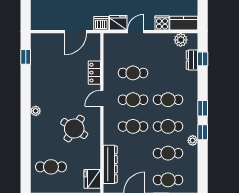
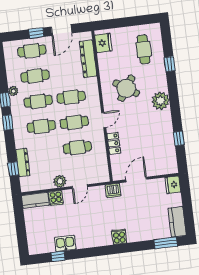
fridge: (118, 23) -> (173, 185), moved, turned 90
plant: (181, 40) -> (60, 181), moved
window: (26, 57) -> (179, 138), moved
dresser: (192, 60) -> (23, 162), width x1.44
plant: (36, 111) -> (161, 101), width x1.88, depth x1.88
window: (26, 148) -> (170, 64), added
cafe table: (51, 167) -> (144, 49), turned 90

